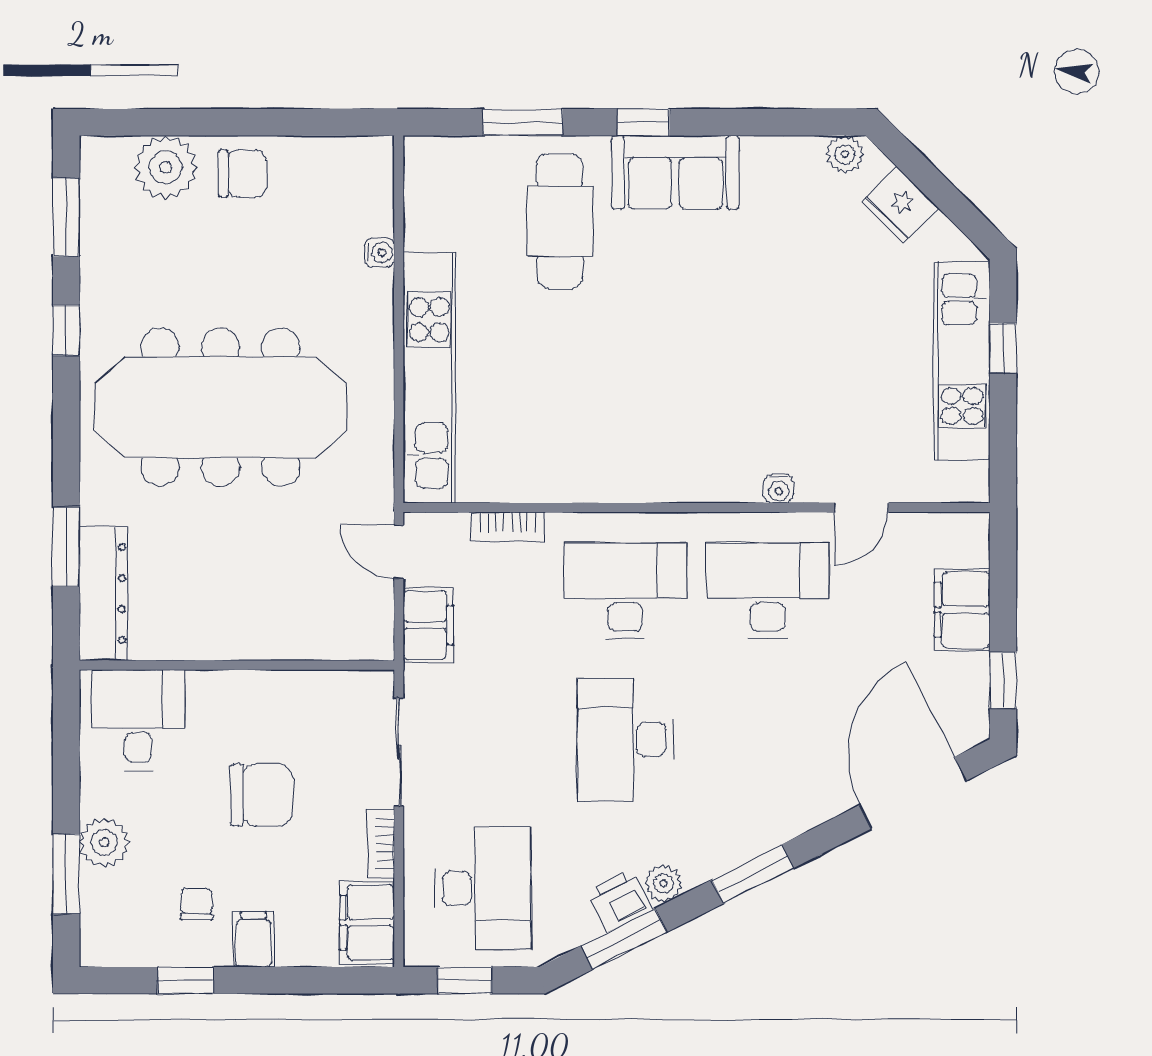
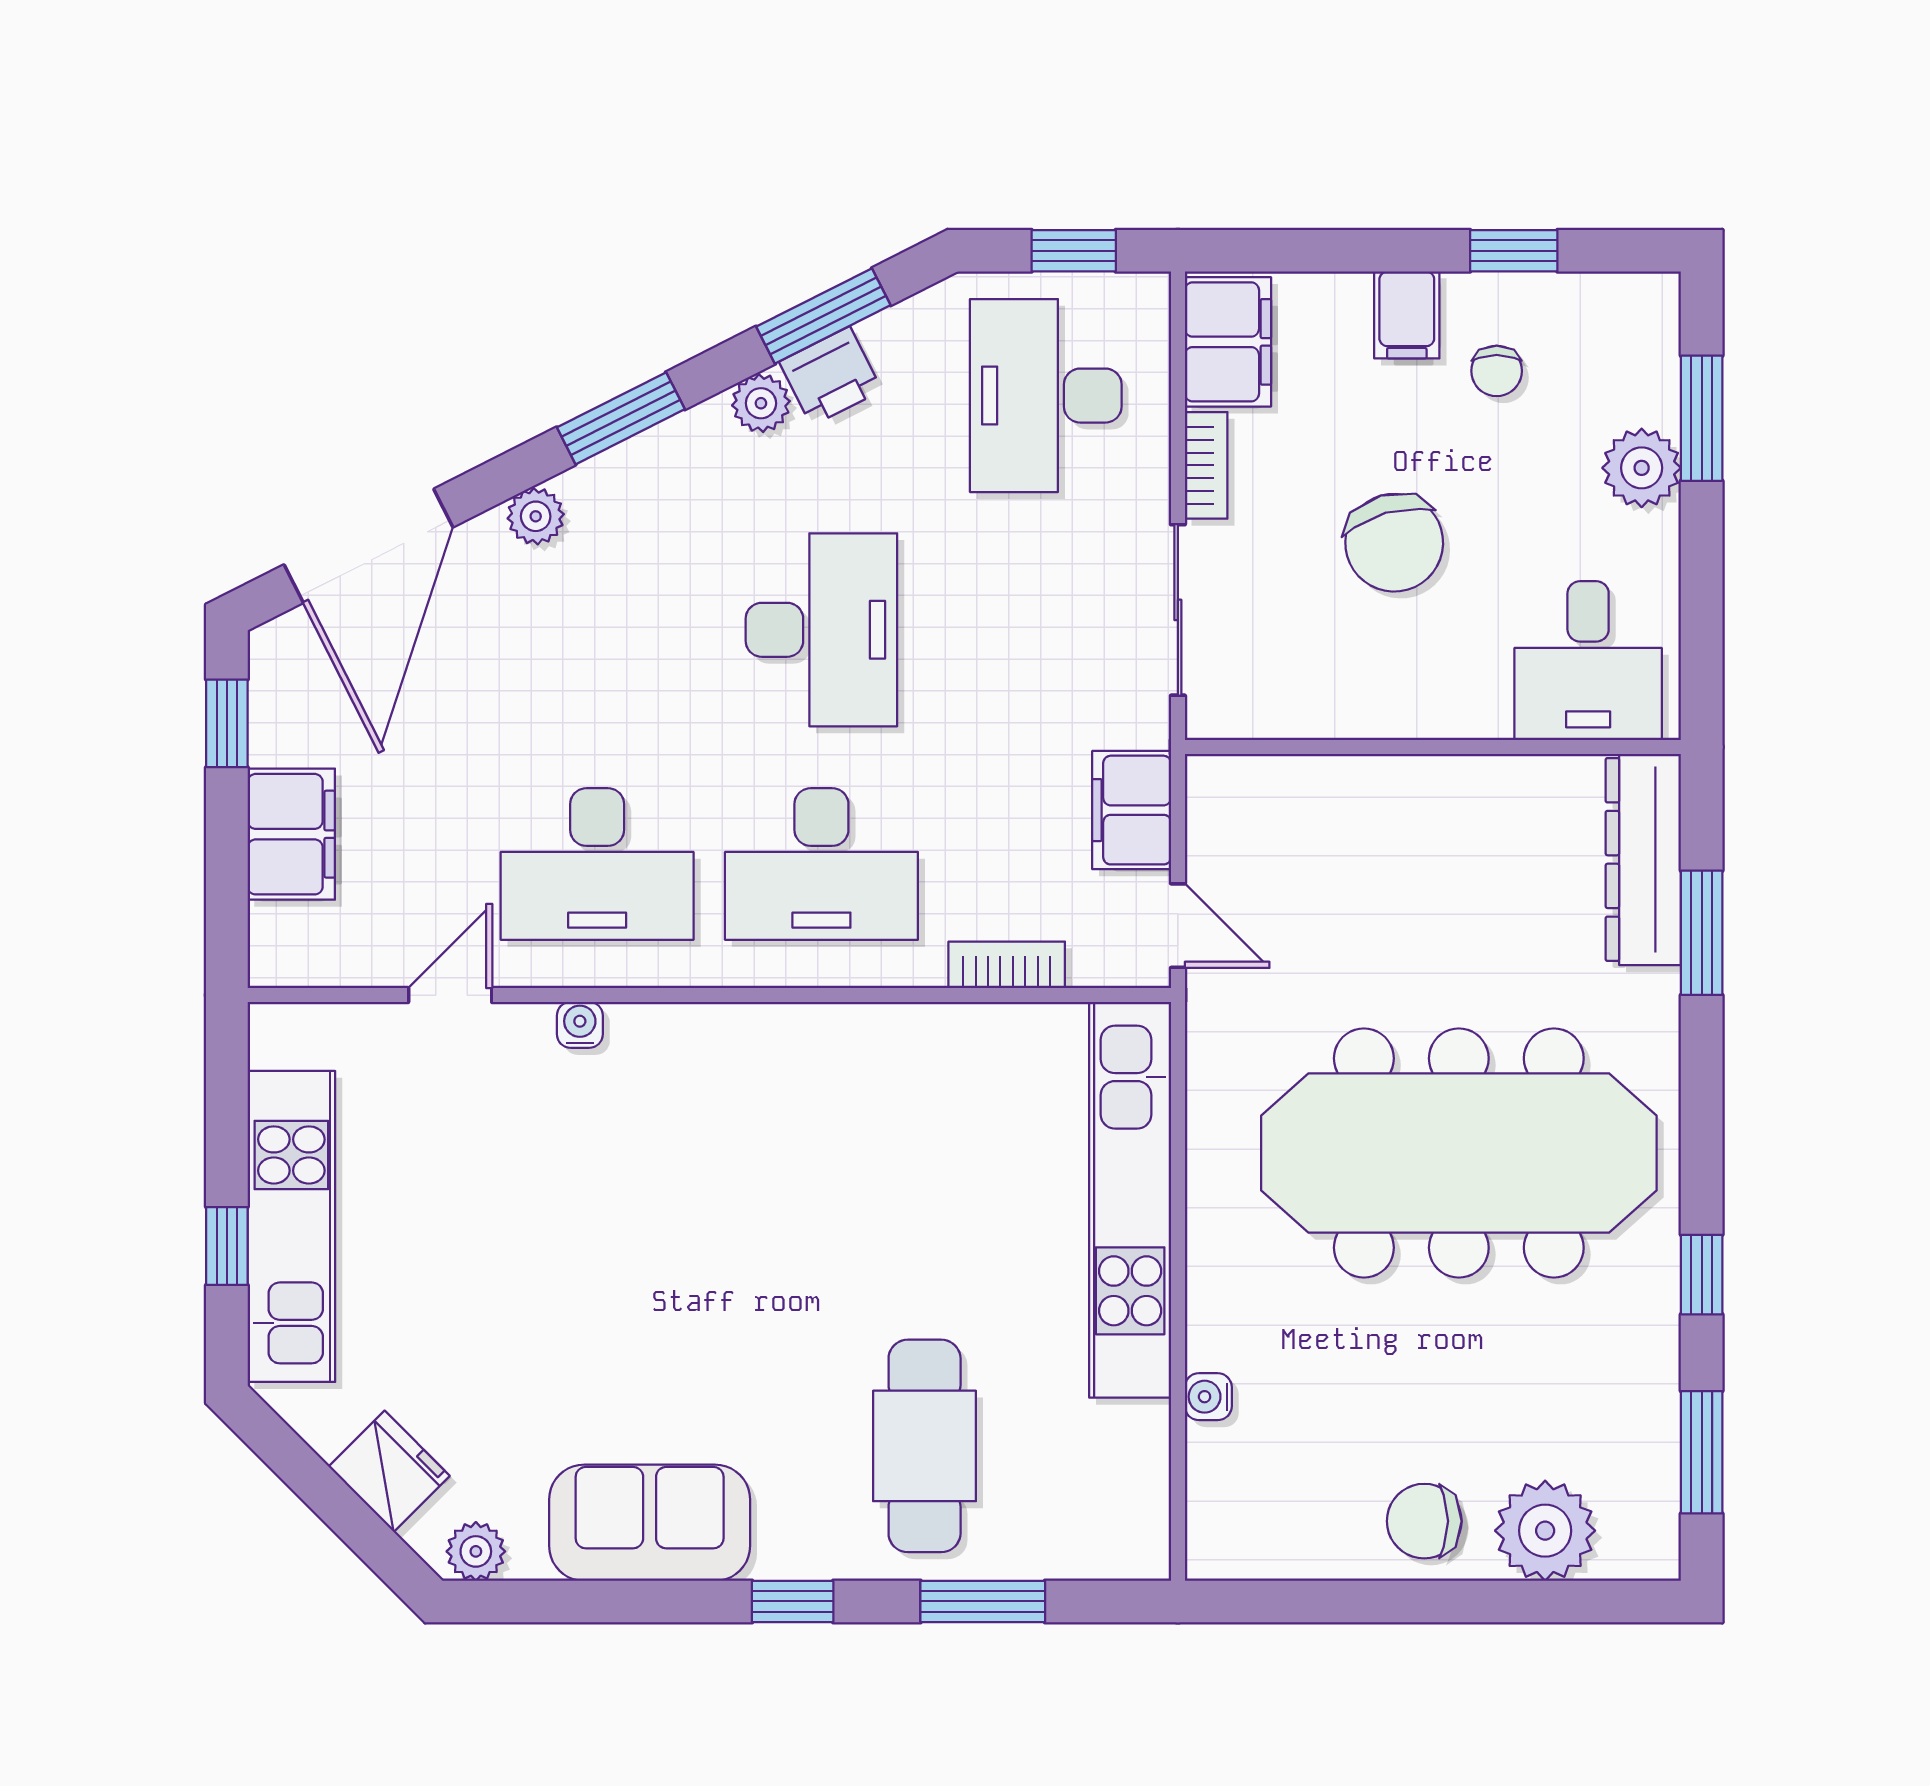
sofa: (675, 172) -> (650, 1523), moved
chair: (261, 795) -> (1394, 543), turned -106
plant: (807, 812) -> (536, 516), added

